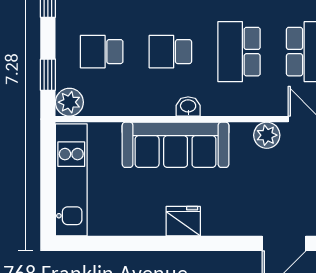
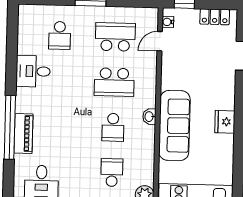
school desk: (102, 52) -> (112, 173), turned 180
plant: (267, 135) -> (170, 65), removed

